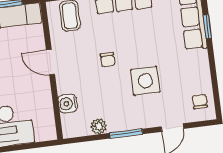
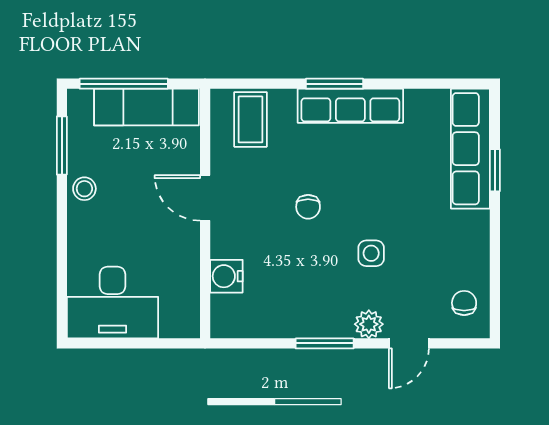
side table: (145, 81) -> (371, 253), width x0.54, depth x0.54
plant: (99, 126) -> (369, 324), moved

